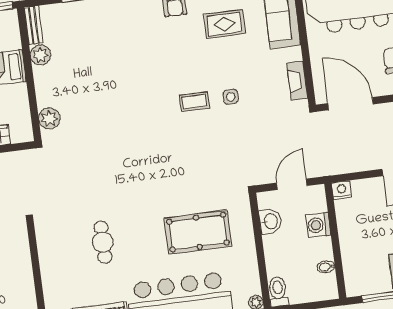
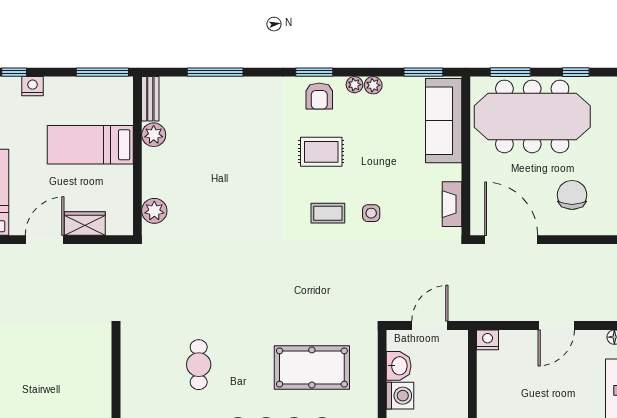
rug: (225, 24) -> (321, 152), moved
washing machine: (318, 225) -> (400, 396), moved, turned 180

